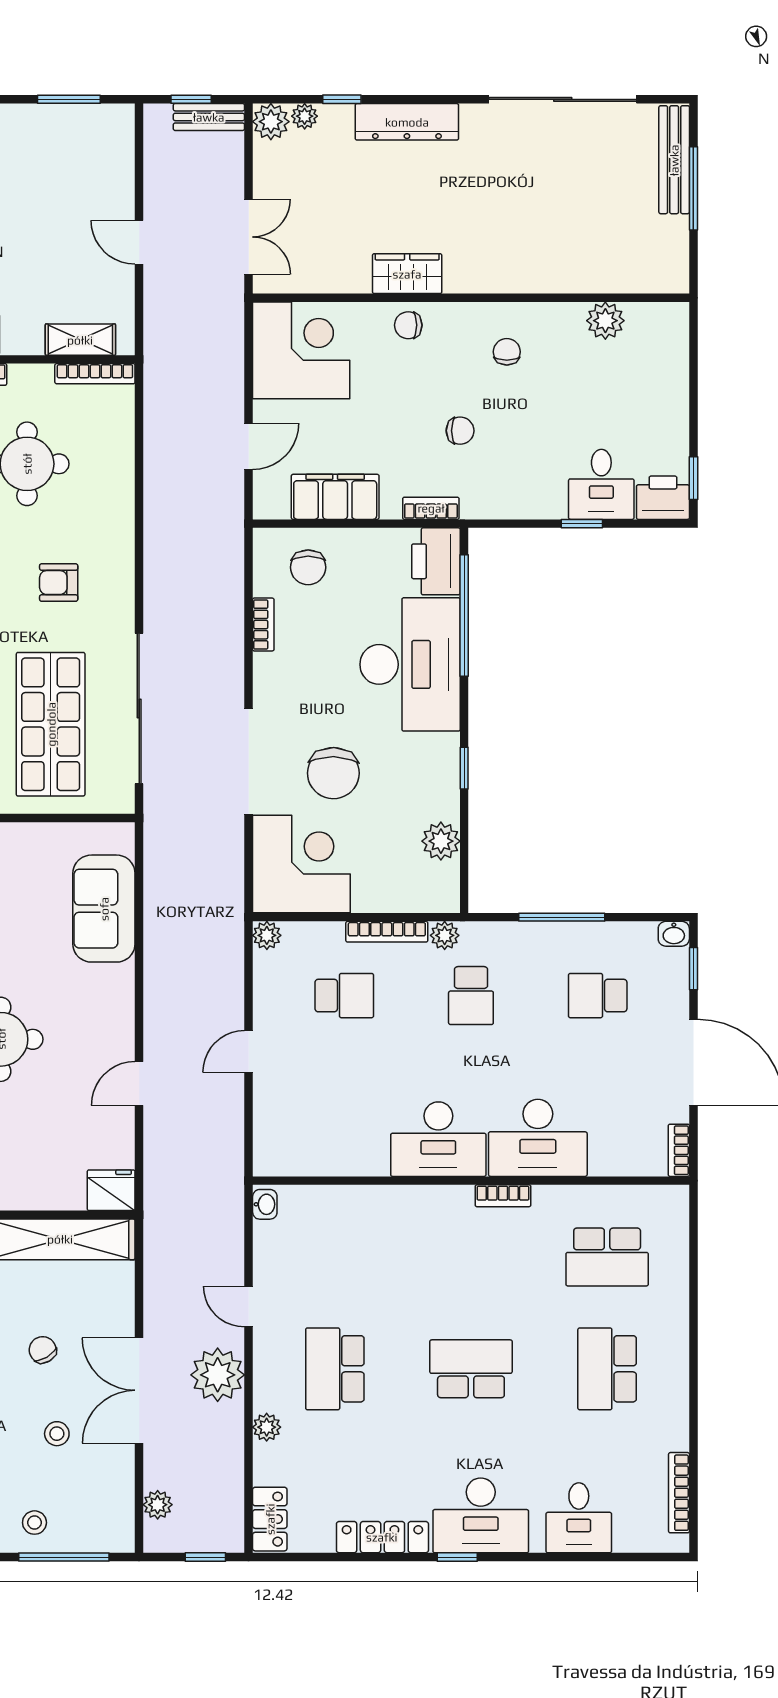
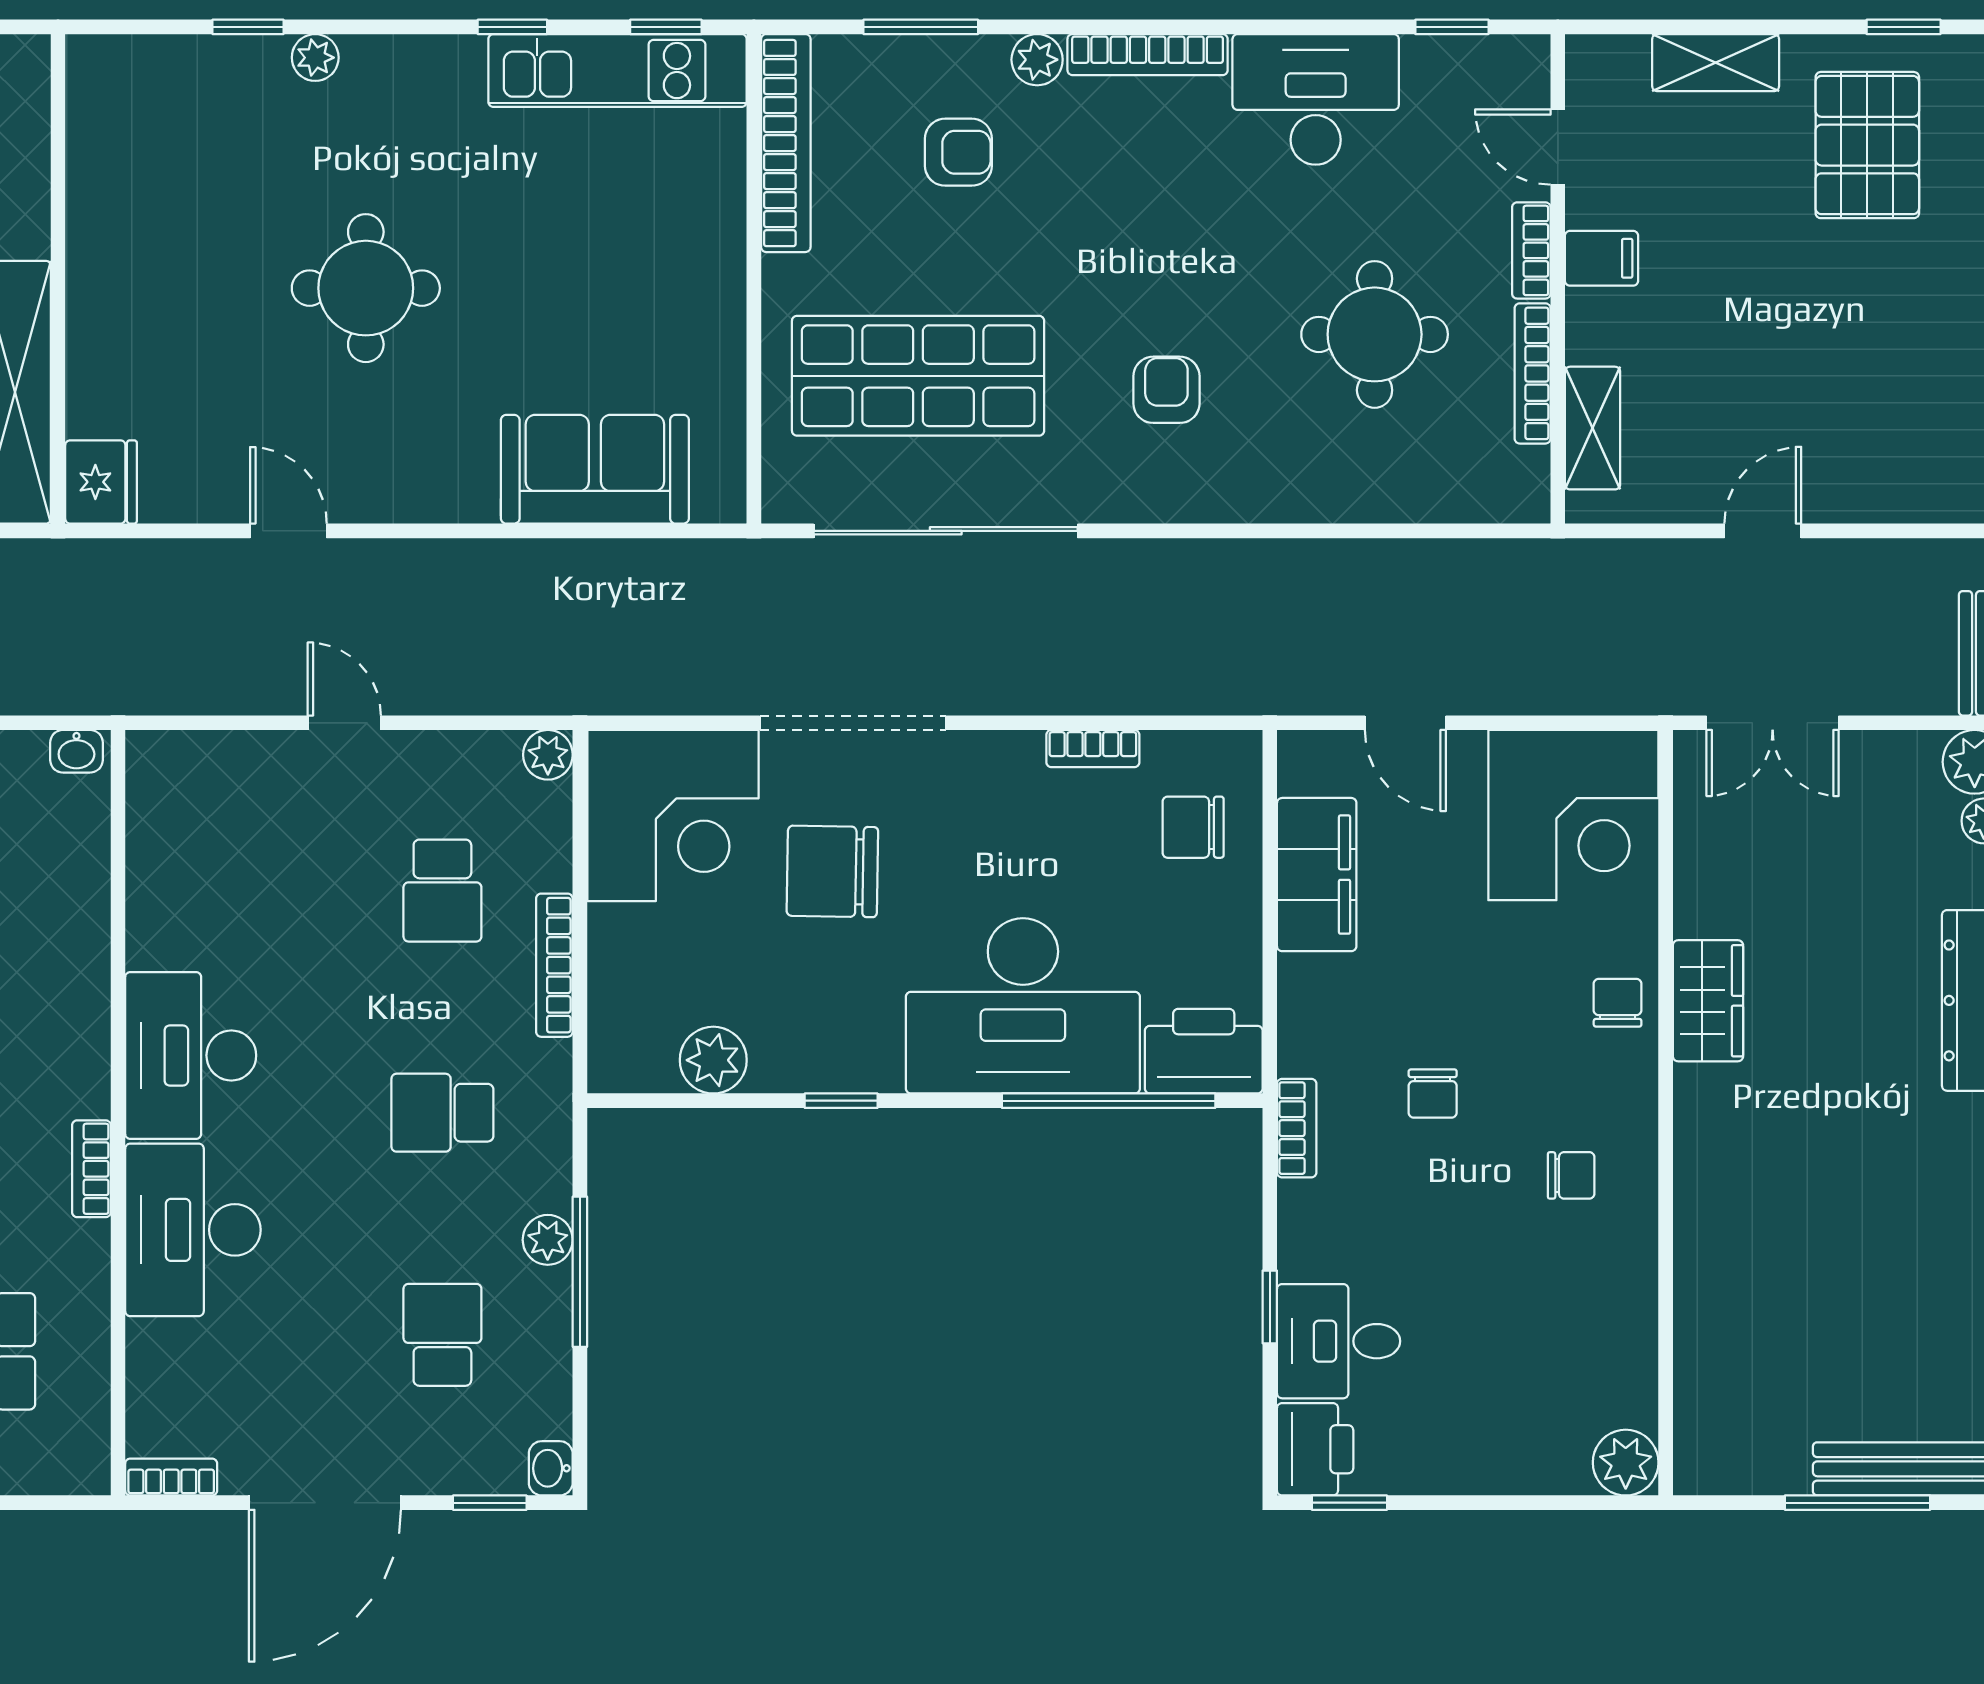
plant: (605, 321) -> (1626, 1463), moved
bookcase: (95, 374) -> (1533, 373), moved
bookcase: (431, 508) -> (1297, 1128), moved
plant: (445, 935) -> (548, 1240), moved

